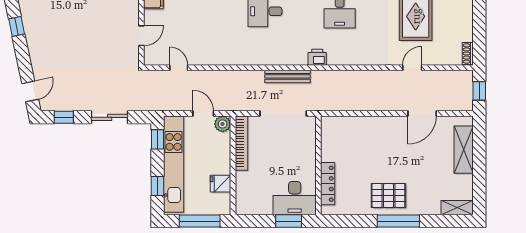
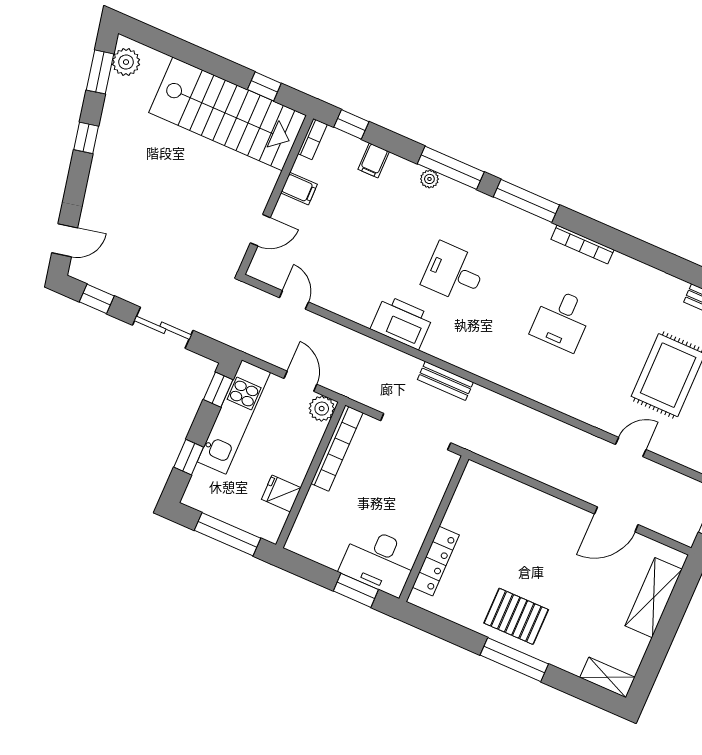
printer: (317, 57) -> (402, 322), moved, width x1.87, depth x1.48
bench: (287, 76) -> (445, 381), width x0.73
kitchen unit: (174, 164) -> (234, 417), width x0.73

